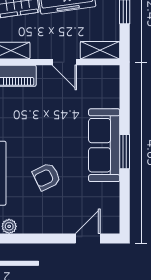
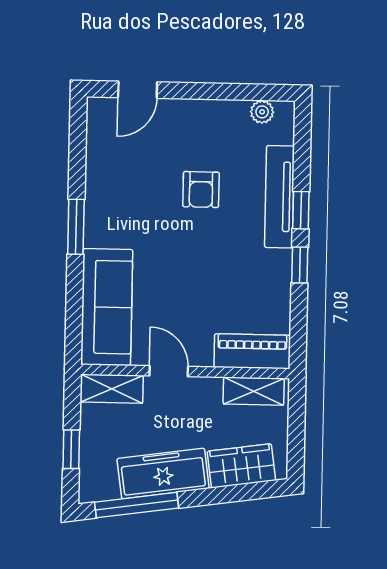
sofa: (104, 145) -> (107, 307), moved
armchair: (47, 177) -> (201, 190), turned 116

